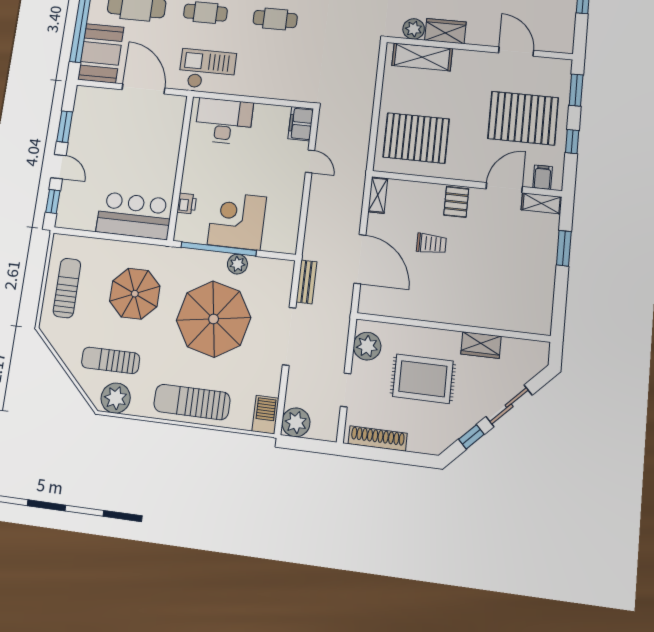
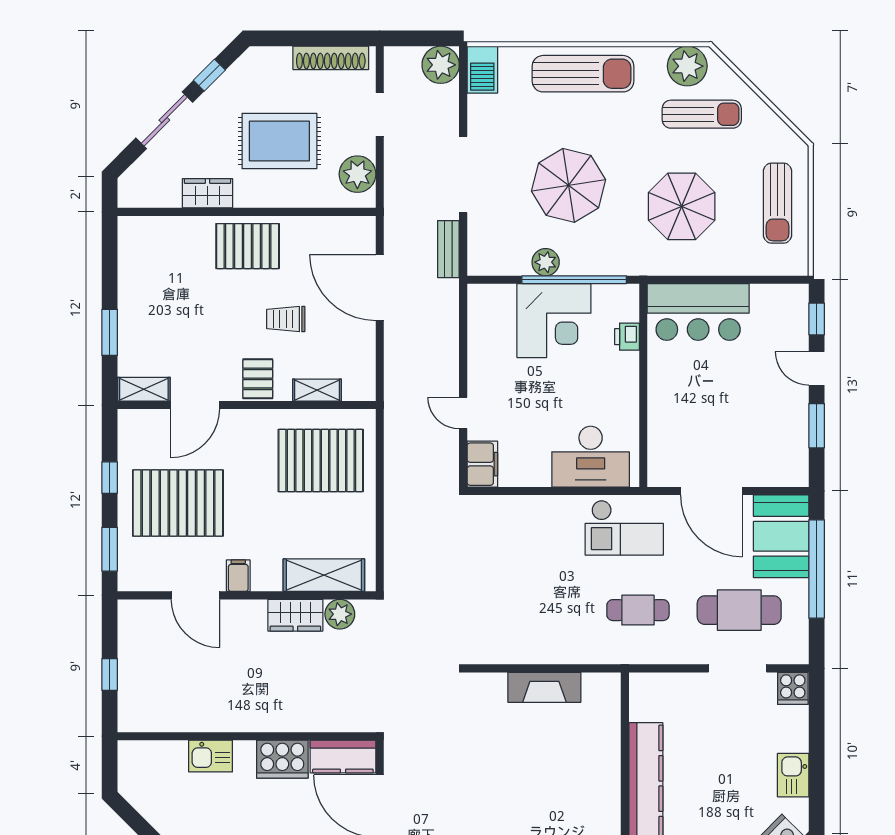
cafe table: (275, 19) -> (537, 610), removed
filing cabinet: (543, 177) -> (238, 576), moved, turned 180
shelving: (378, 195) -> (317, 390), moved, turned 90
pallet: (455, 301) -> (248, 246), added
parasol: (214, 319) -> (569, 185), width x0.73, depth x0.73

